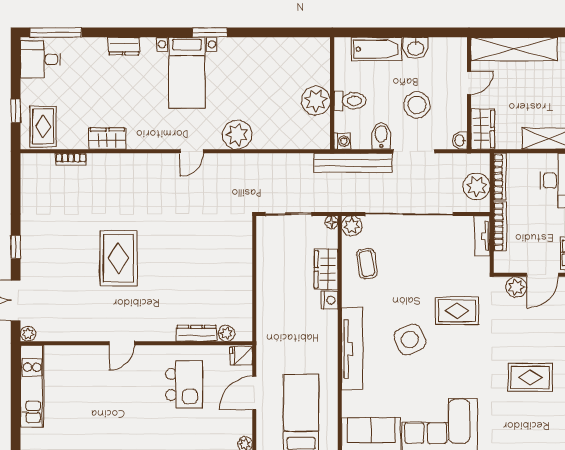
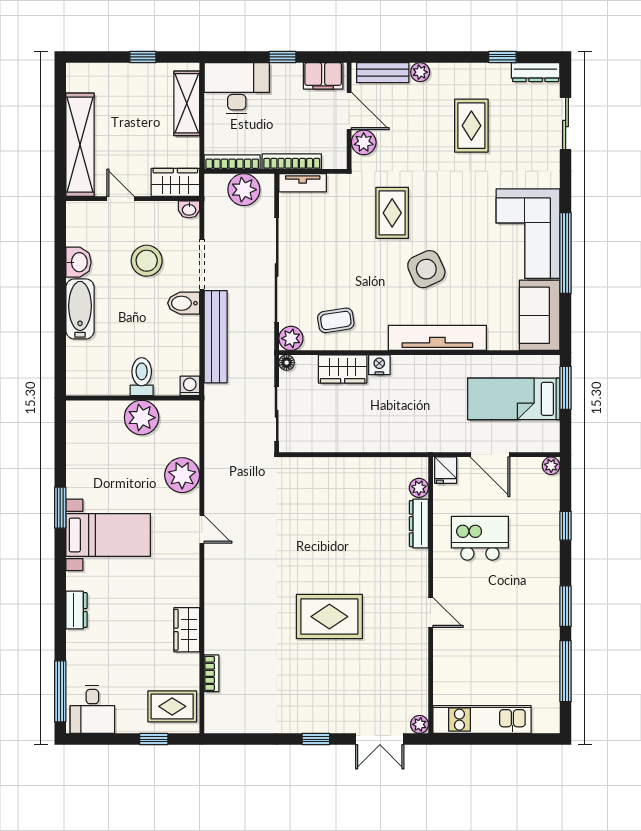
wall: (332, 93) -> (133, 398), moved
plant: (316, 101) -> (142, 418), moved
toilet: (350, 101) -> (142, 377), moved
washing machine: (342, 141) -> (190, 386), moved

